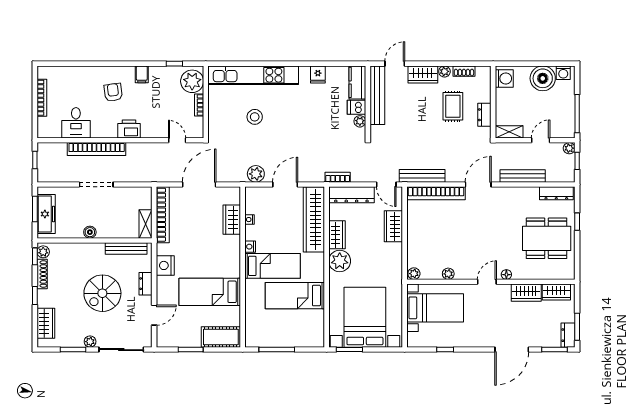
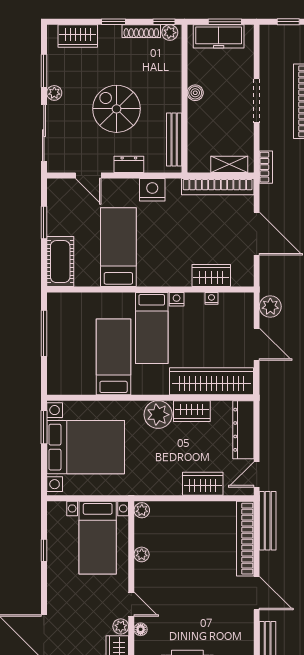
bookcase: (338, 177) -> (266, 167), moved
shelving: (146, 224) -> (229, 164), moved
plant: (504, 290) -> (121, 626), added

